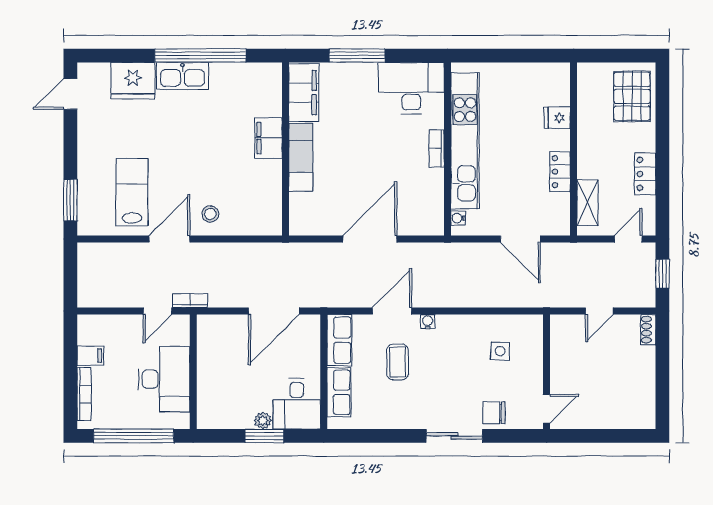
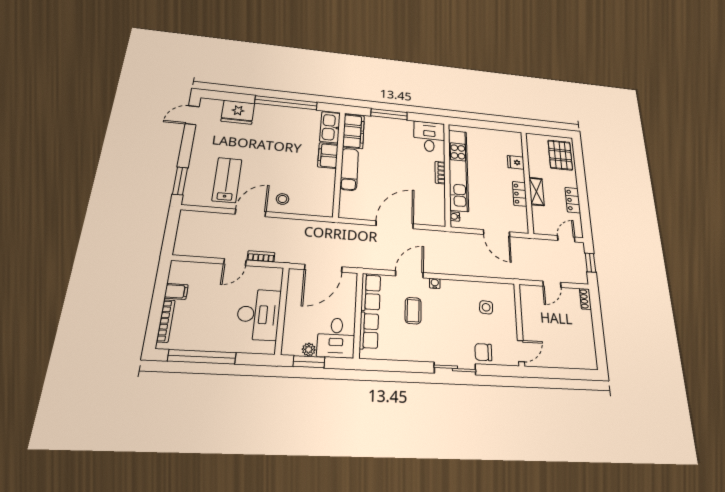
kitchen sink: (182, 76) -> (330, 127), moved, turned 90
desk: (411, 88) -> (429, 137), width x0.73
shelving: (587, 203) -> (537, 192), moved
wall: (193, 372) -> (282, 310), moved
desk: (164, 379) -> (258, 314), moved

